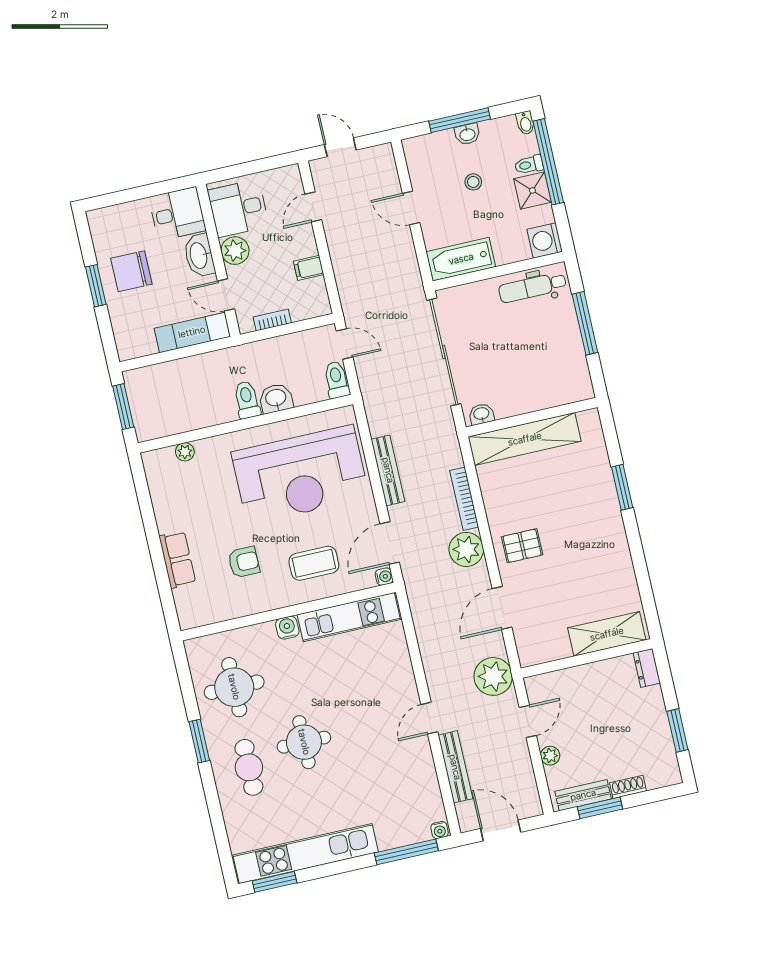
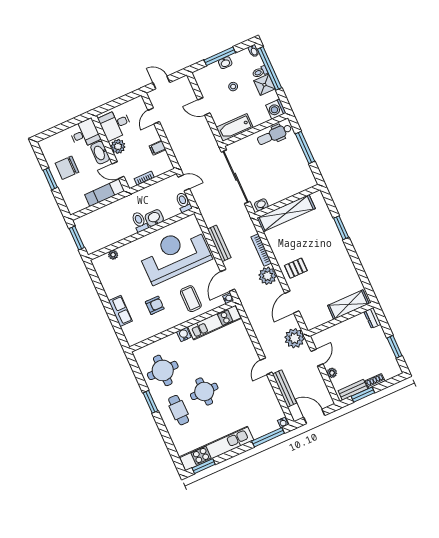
reception desk: (300, 475) -> (175, 255), turned 180
coffee table: (314, 563) -> (191, 299), turned 90

